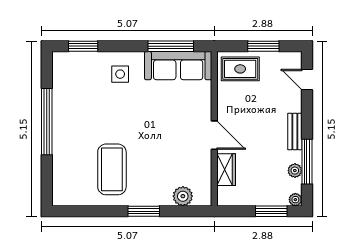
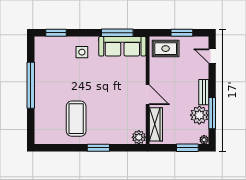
wardrobe: (226, 170) -> (156, 124), width x1.50
plant: (295, 171) -> (199, 115), width x1.87, depth x1.87
plant: (183, 196) -> (139, 137), moved

